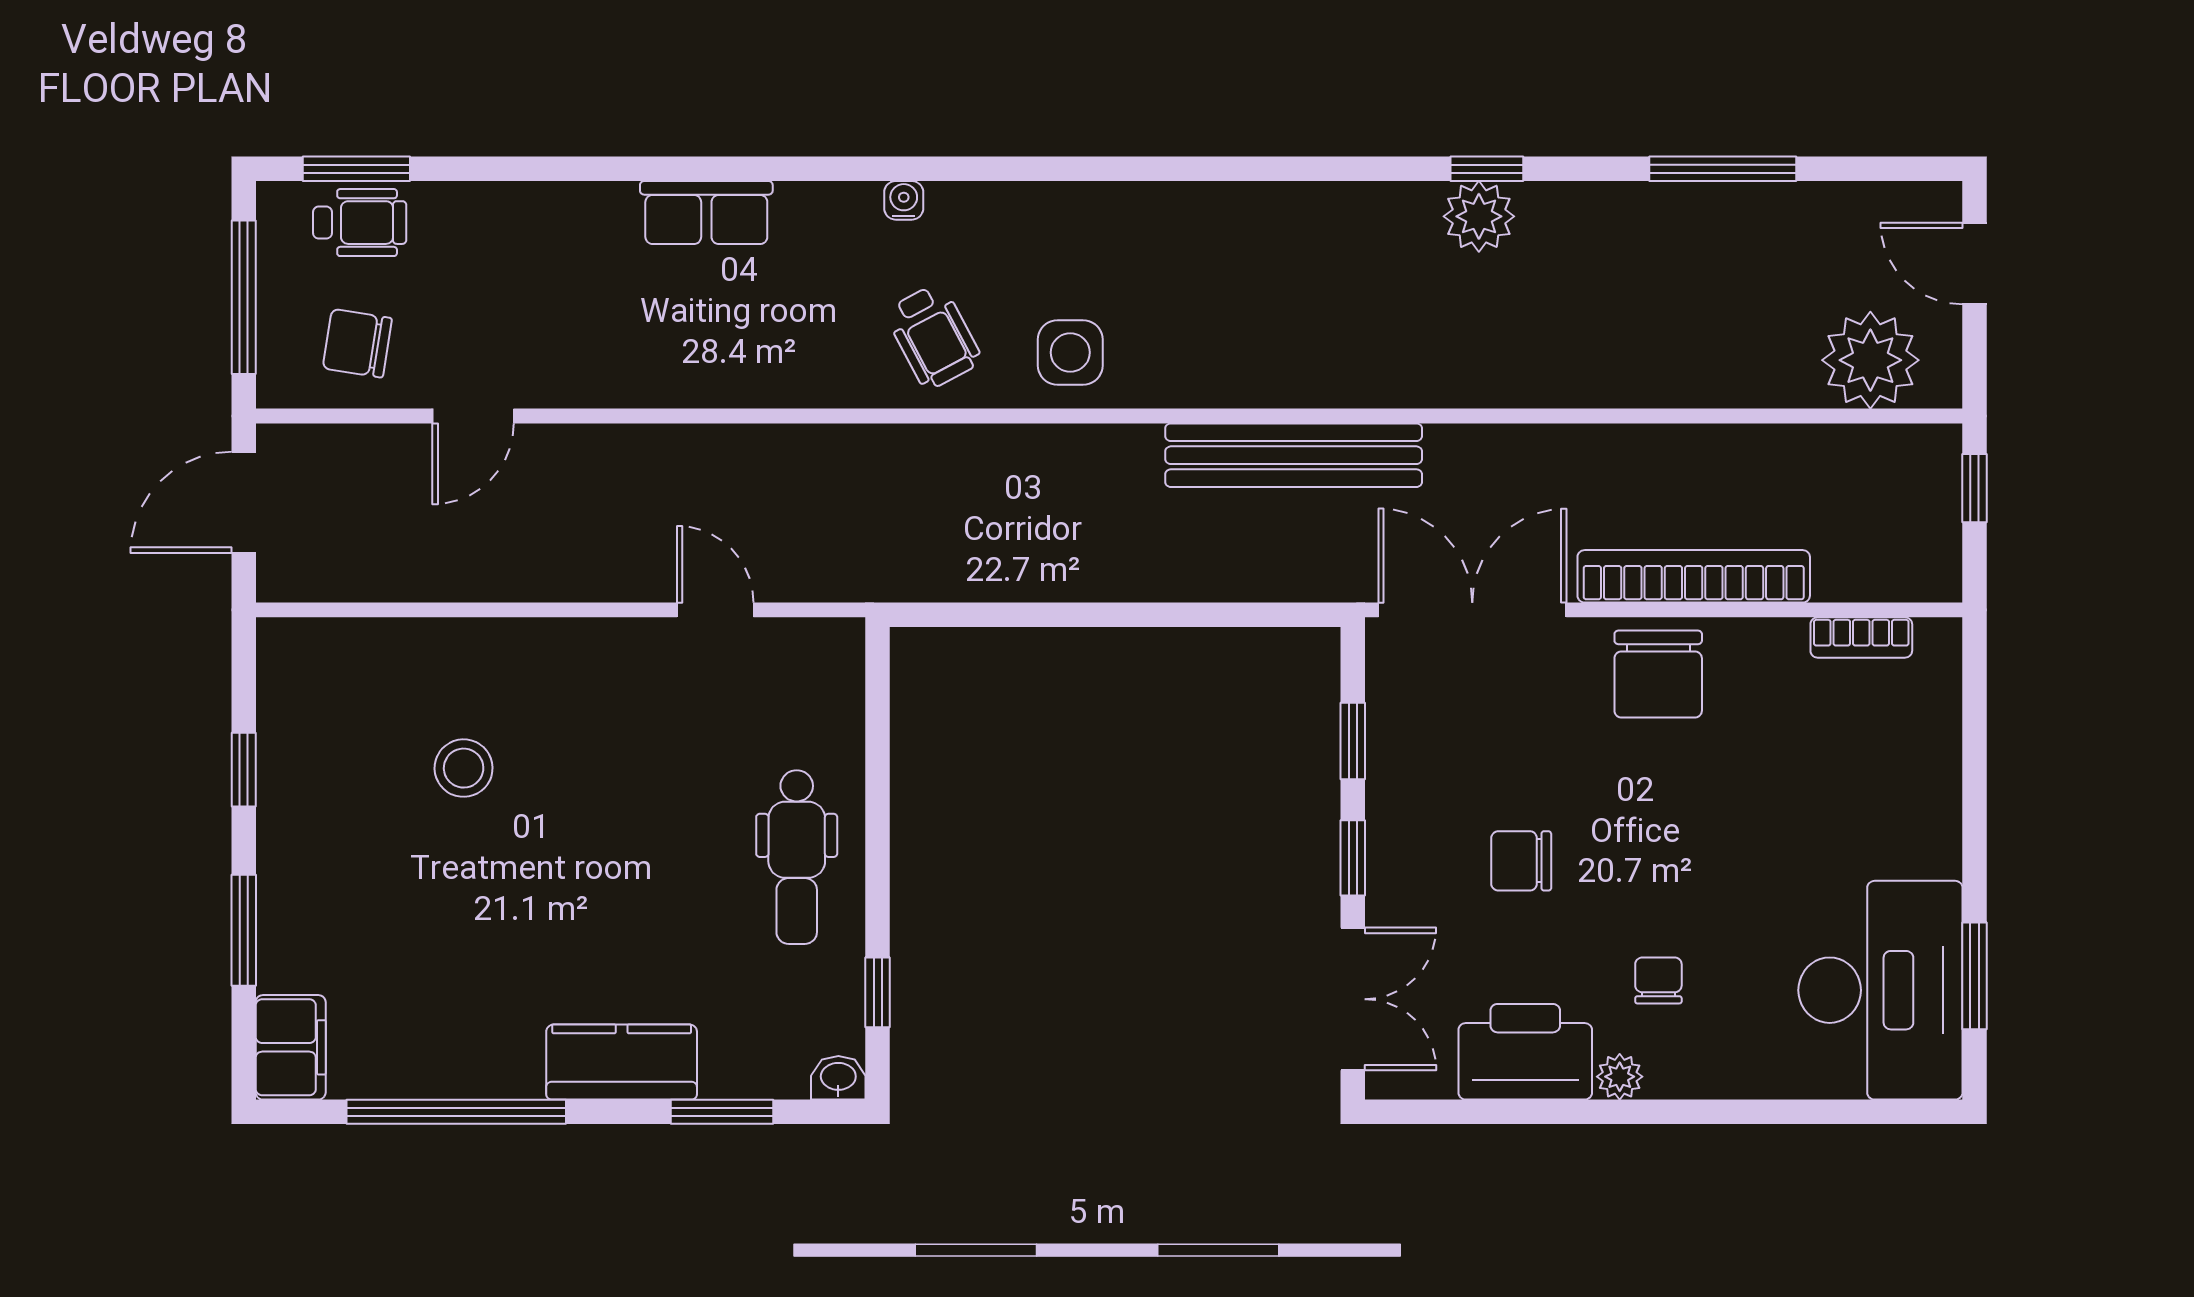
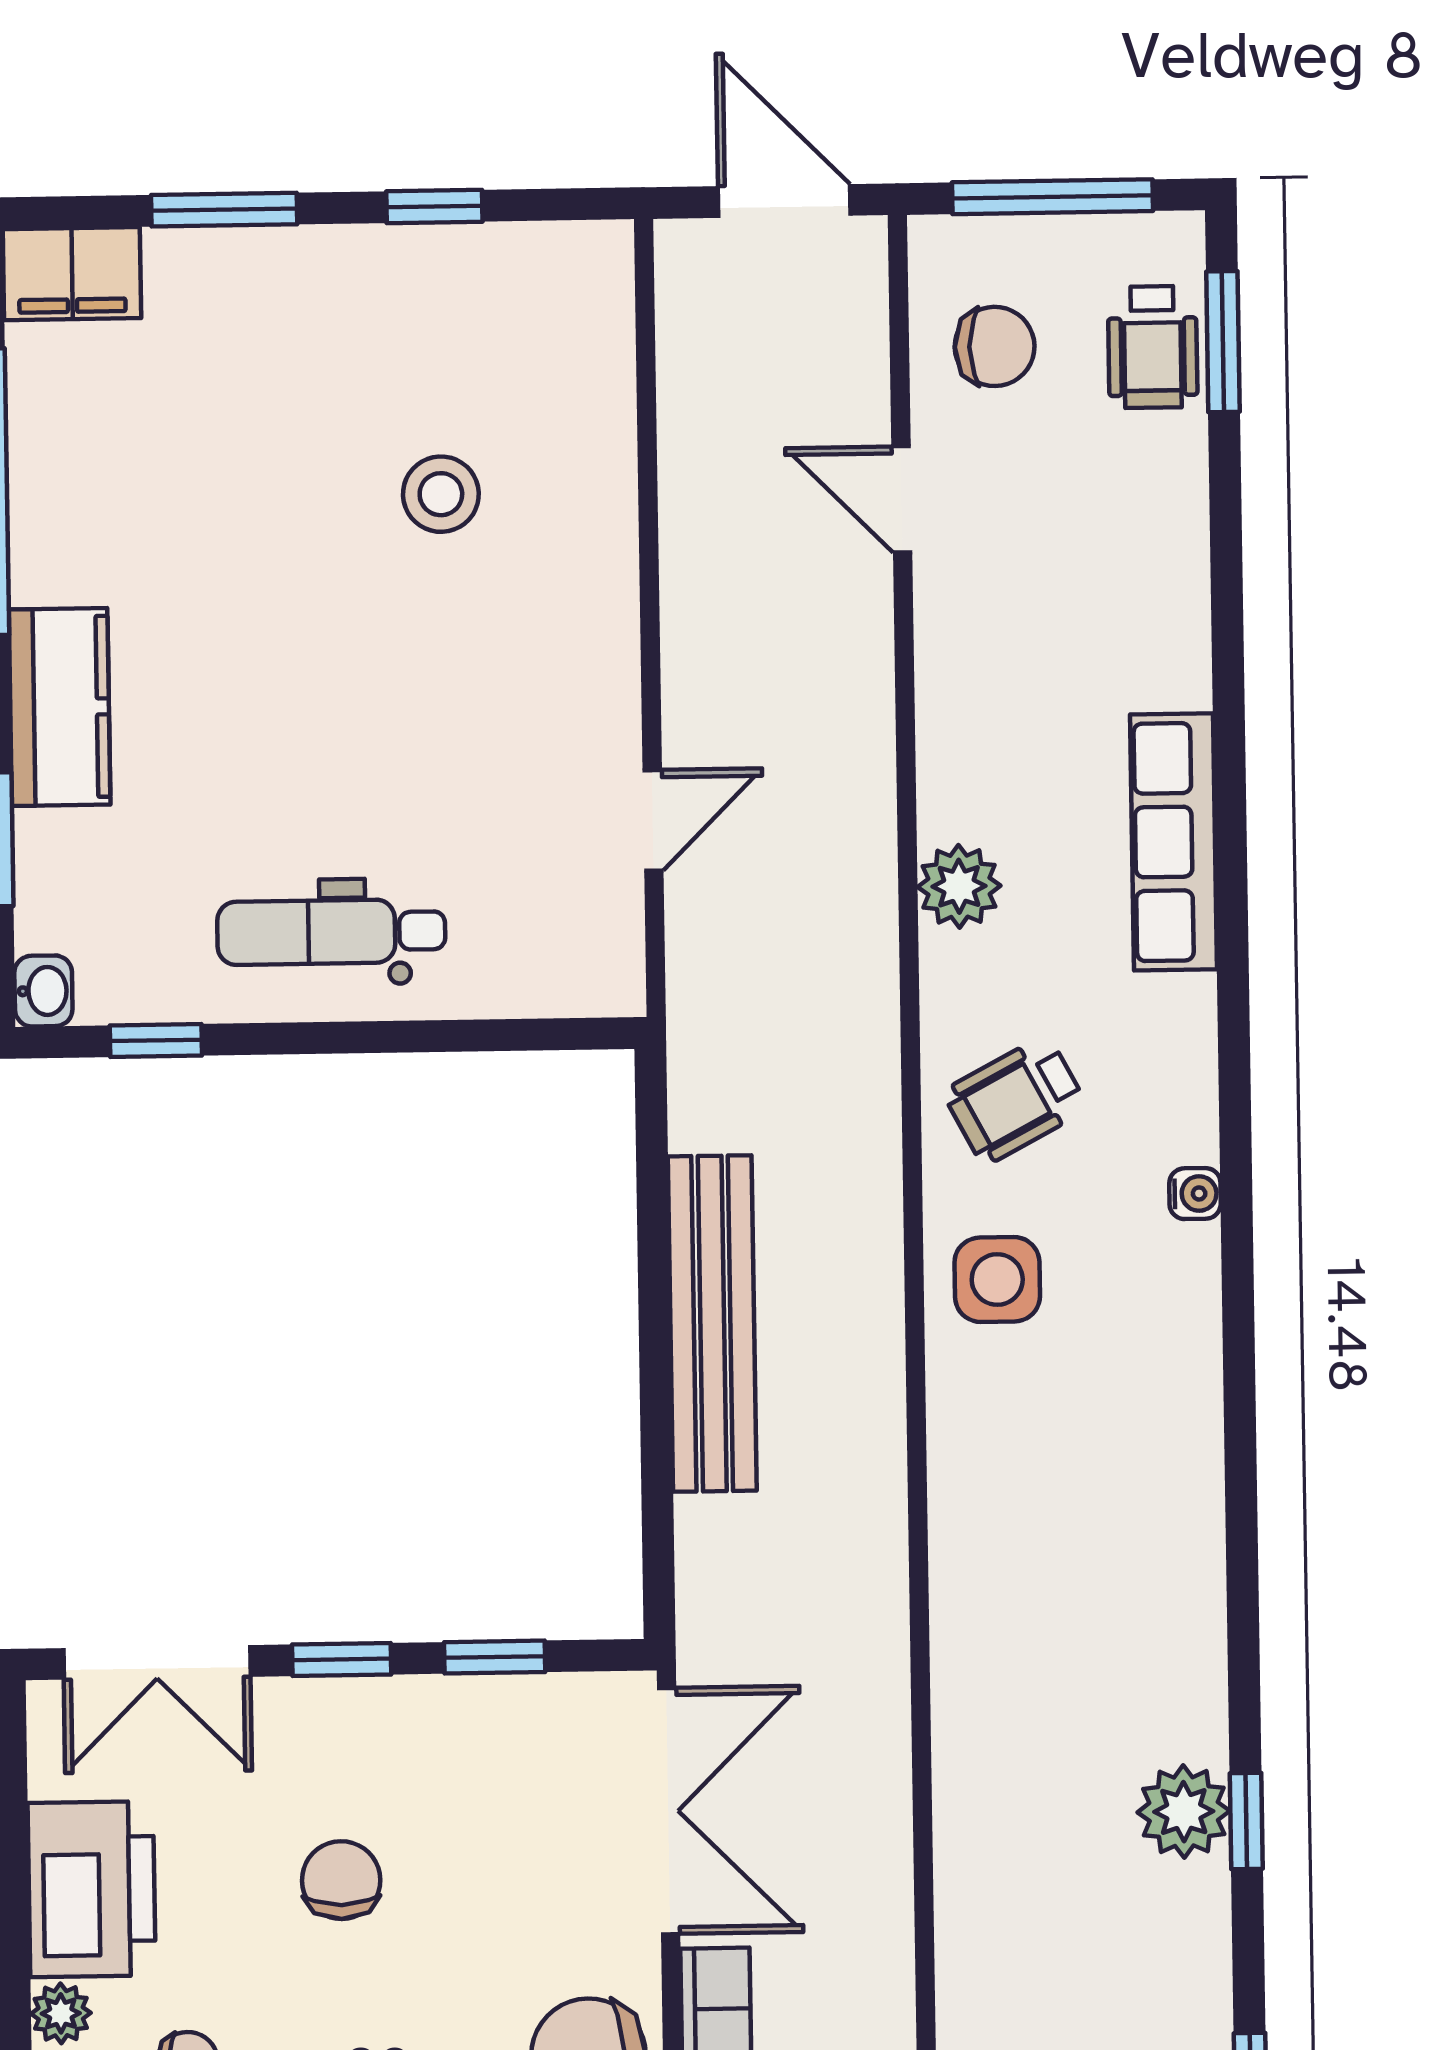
water cooler: (904, 200) -> (1195, 1194), moved
row of seats: (706, 213) -> (1174, 842), width x1.48
chair: (357, 343) -> (995, 346), turned 81
plant: (769, 377) -> (959, 886), added
bench: (1294, 455) -> (712, 1324), moved

